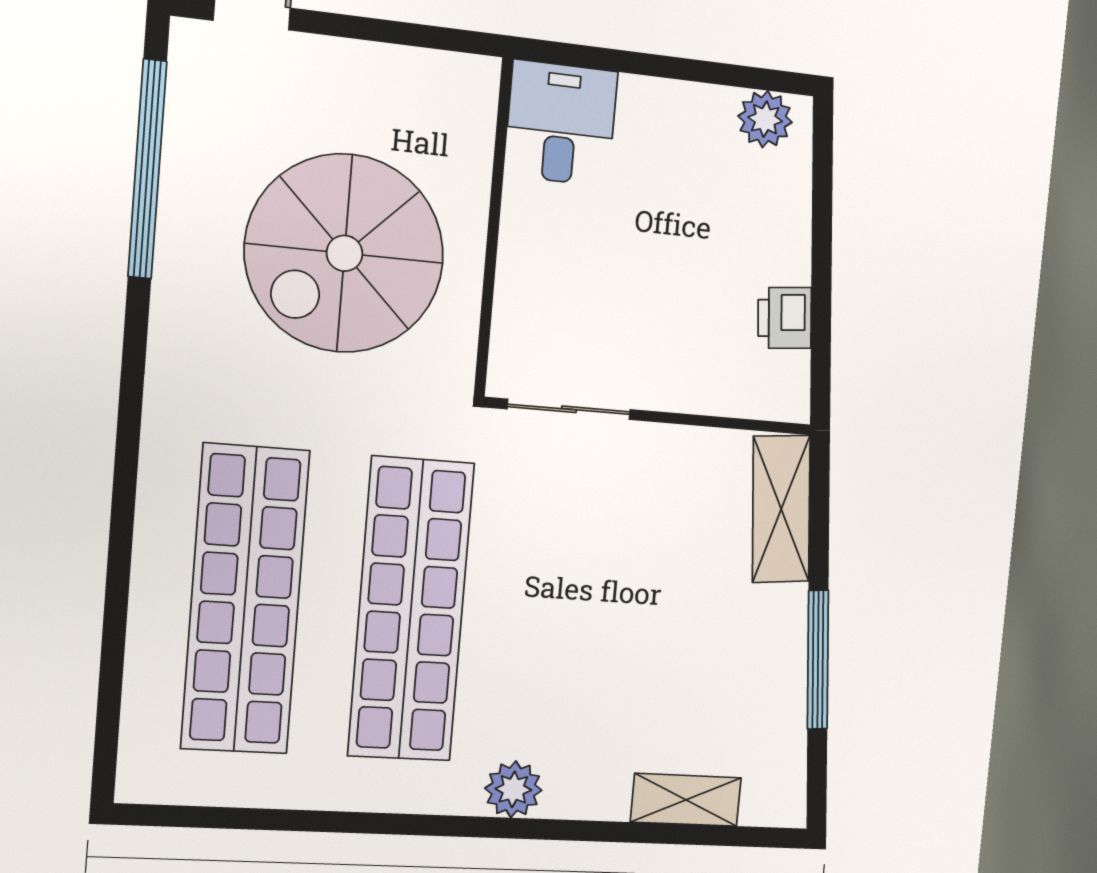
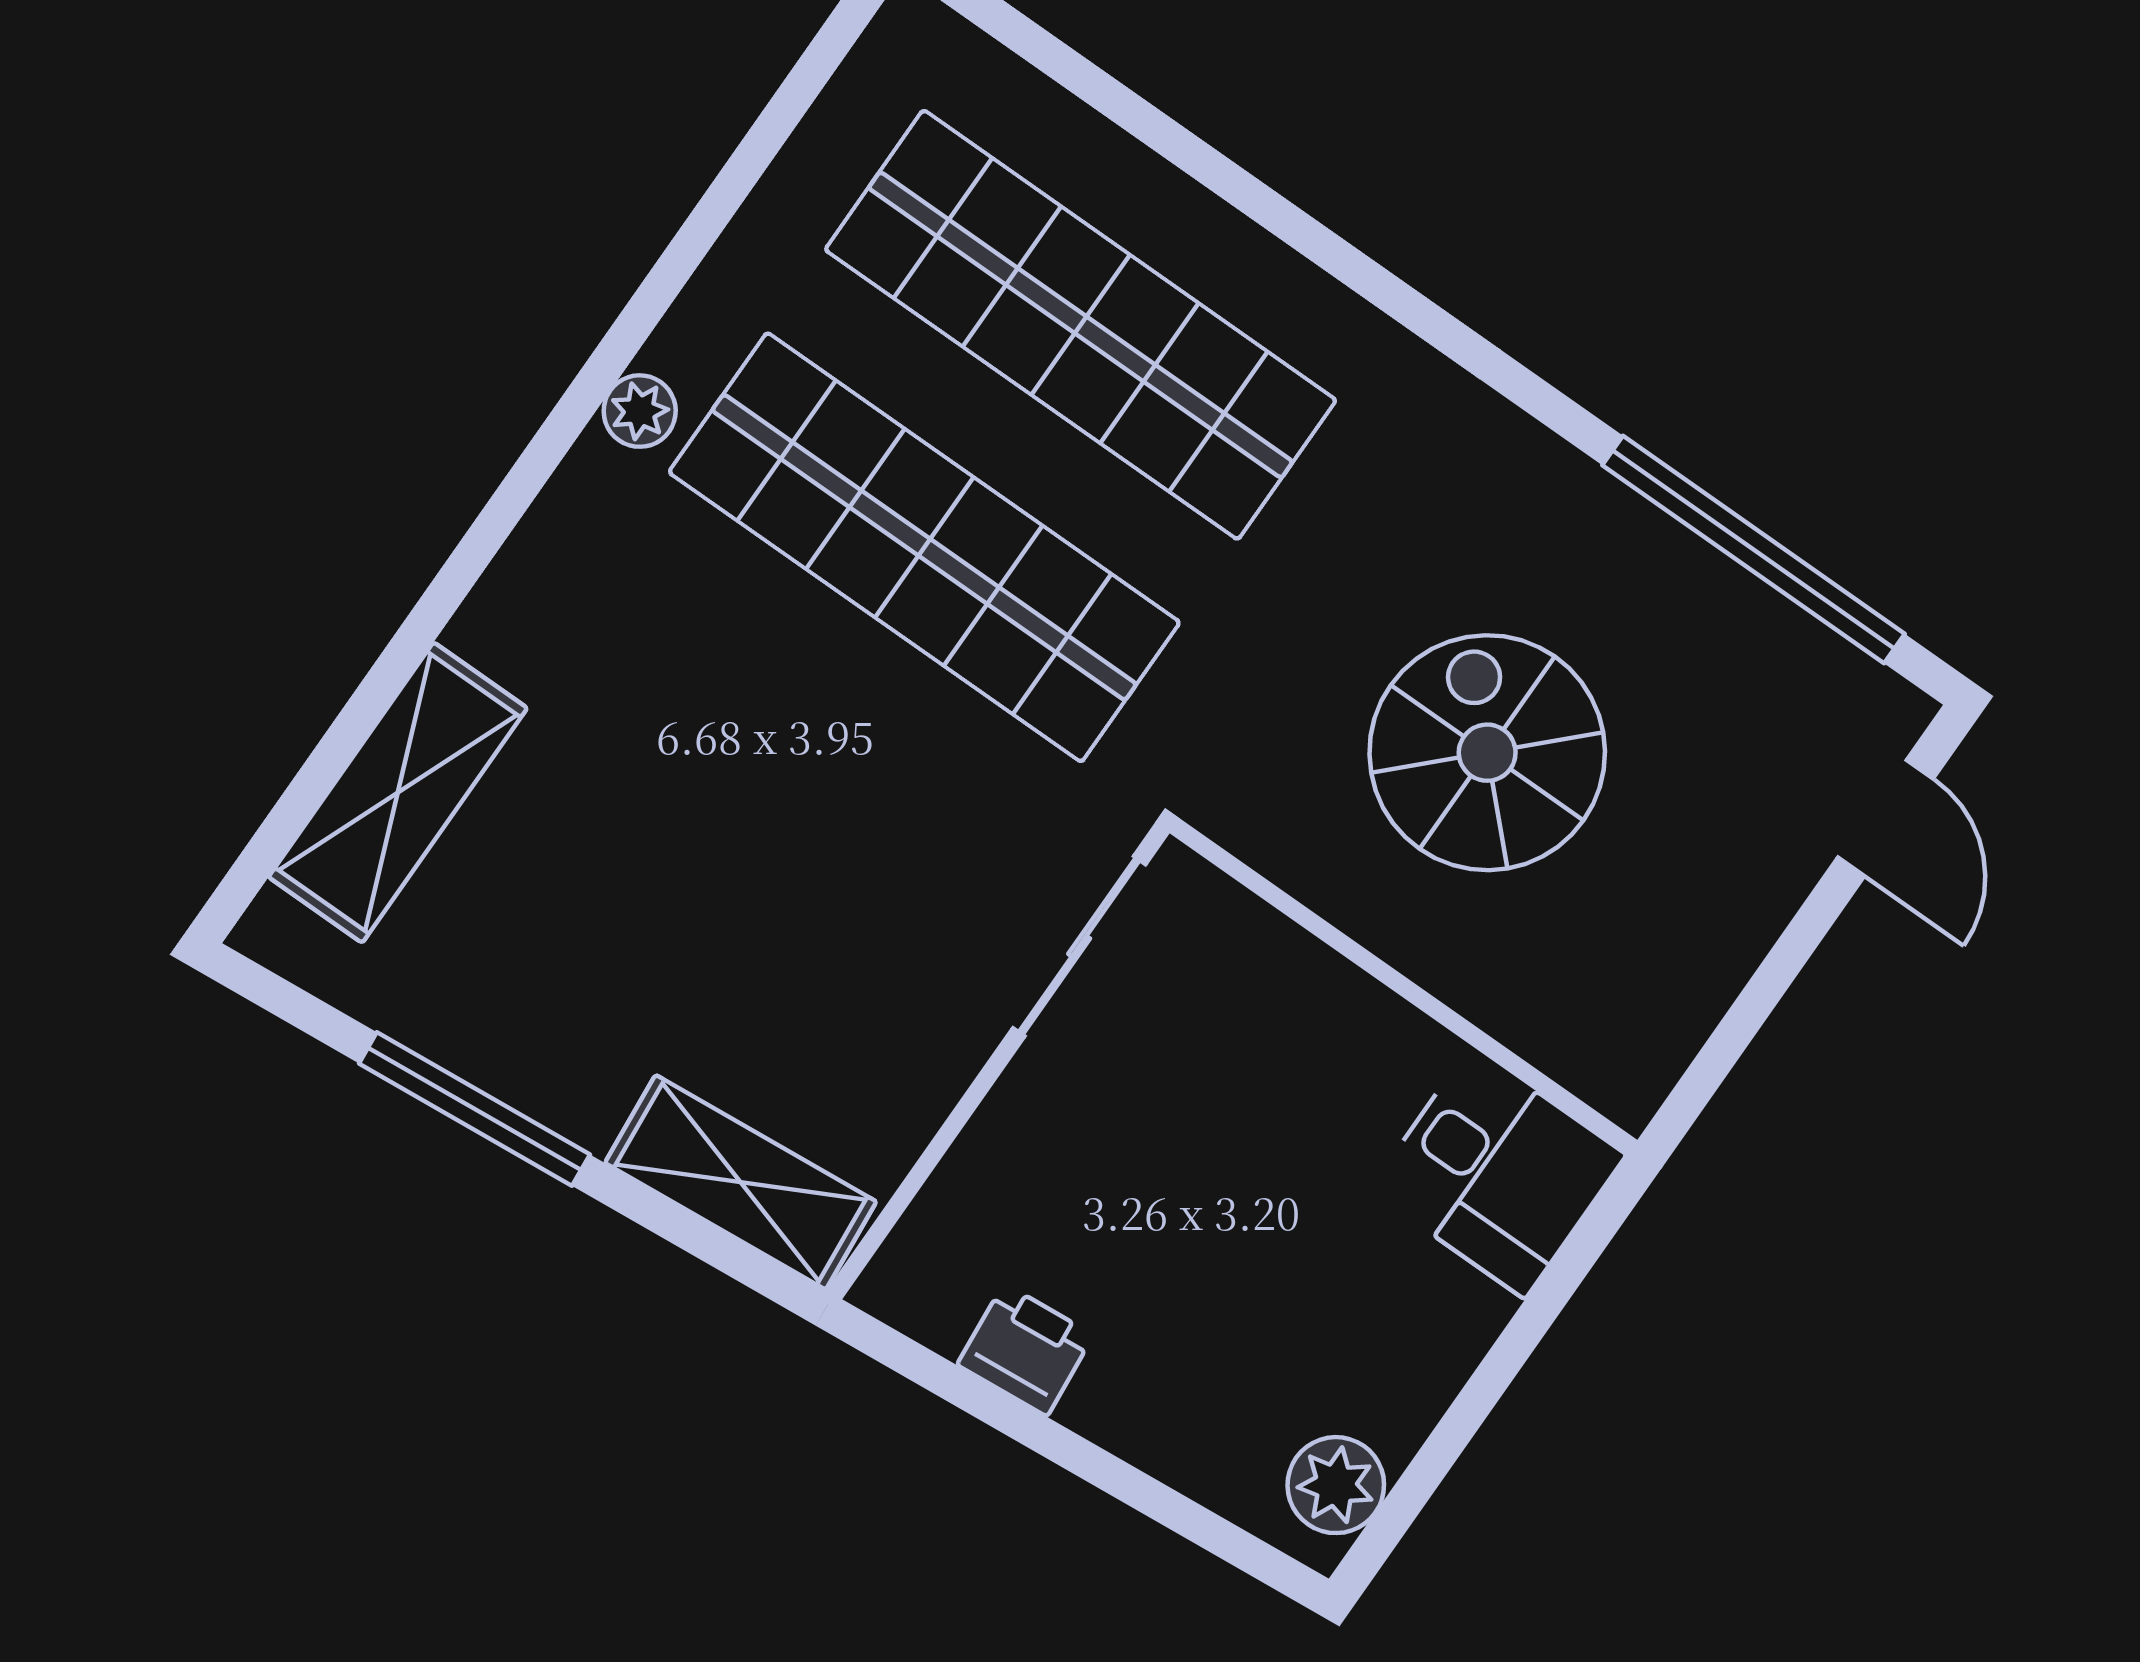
spiral stairs: (345, 253) -> (1487, 753), width x0.73, depth x0.73
plant: (513, 789) -> (640, 411), moved, width x0.73, depth x0.73
shelving: (686, 800) -> (398, 793), width x1.50, depth x1.33

